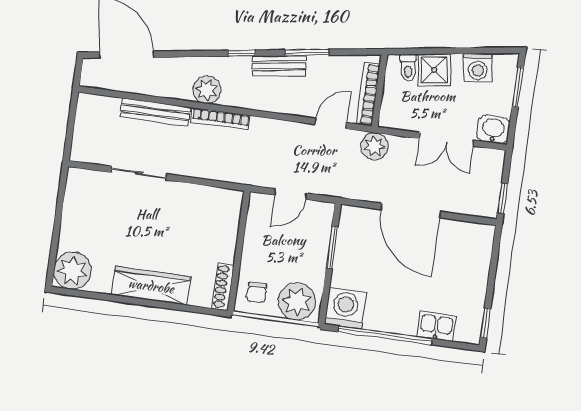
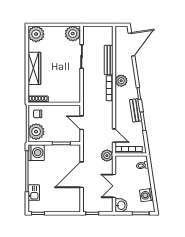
shower: (434, 70) -> (143, 177), removed
plant: (83, 186) -> (73, 34), added

